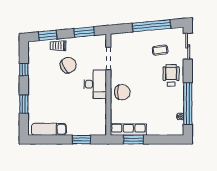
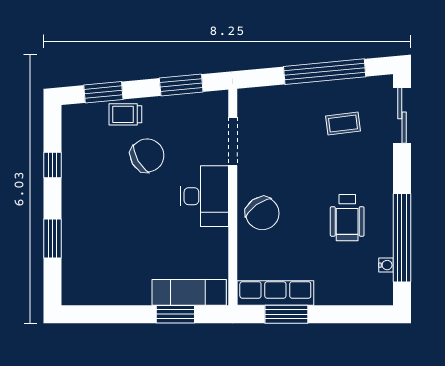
wheelchair: (171, 75) -> (347, 218), moved, turned 180
chair: (122, 92) -> (262, 213), turned 54
exam couch: (49, 129) -> (189, 292), moved

